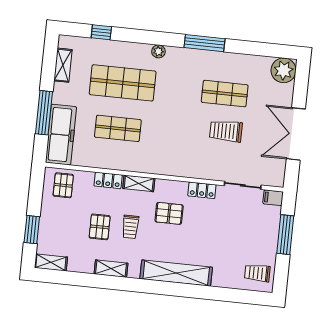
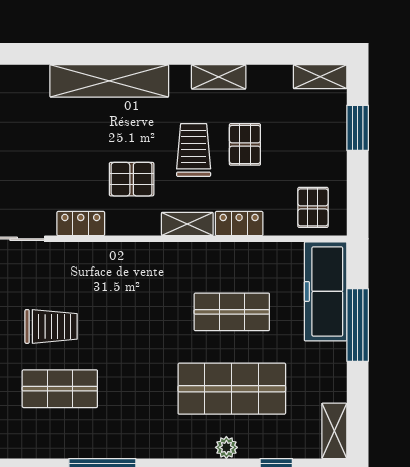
plant: (158, 51) -> (226, 447), moved
shelving: (63, 65) -> (334, 431), moved
trolley: (130, 227) -> (194, 150), width x1.36, depth x1.39

